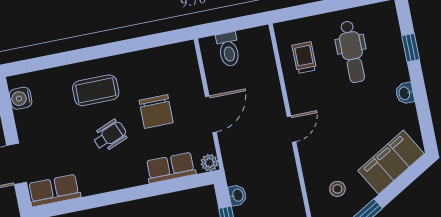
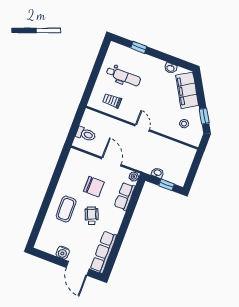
washbasin: (405, 93) -> (171, 68), moved
water cooler: (21, 98) -> (63, 253), moved
row of seats: (54, 190) -> (104, 252), width x1.48

